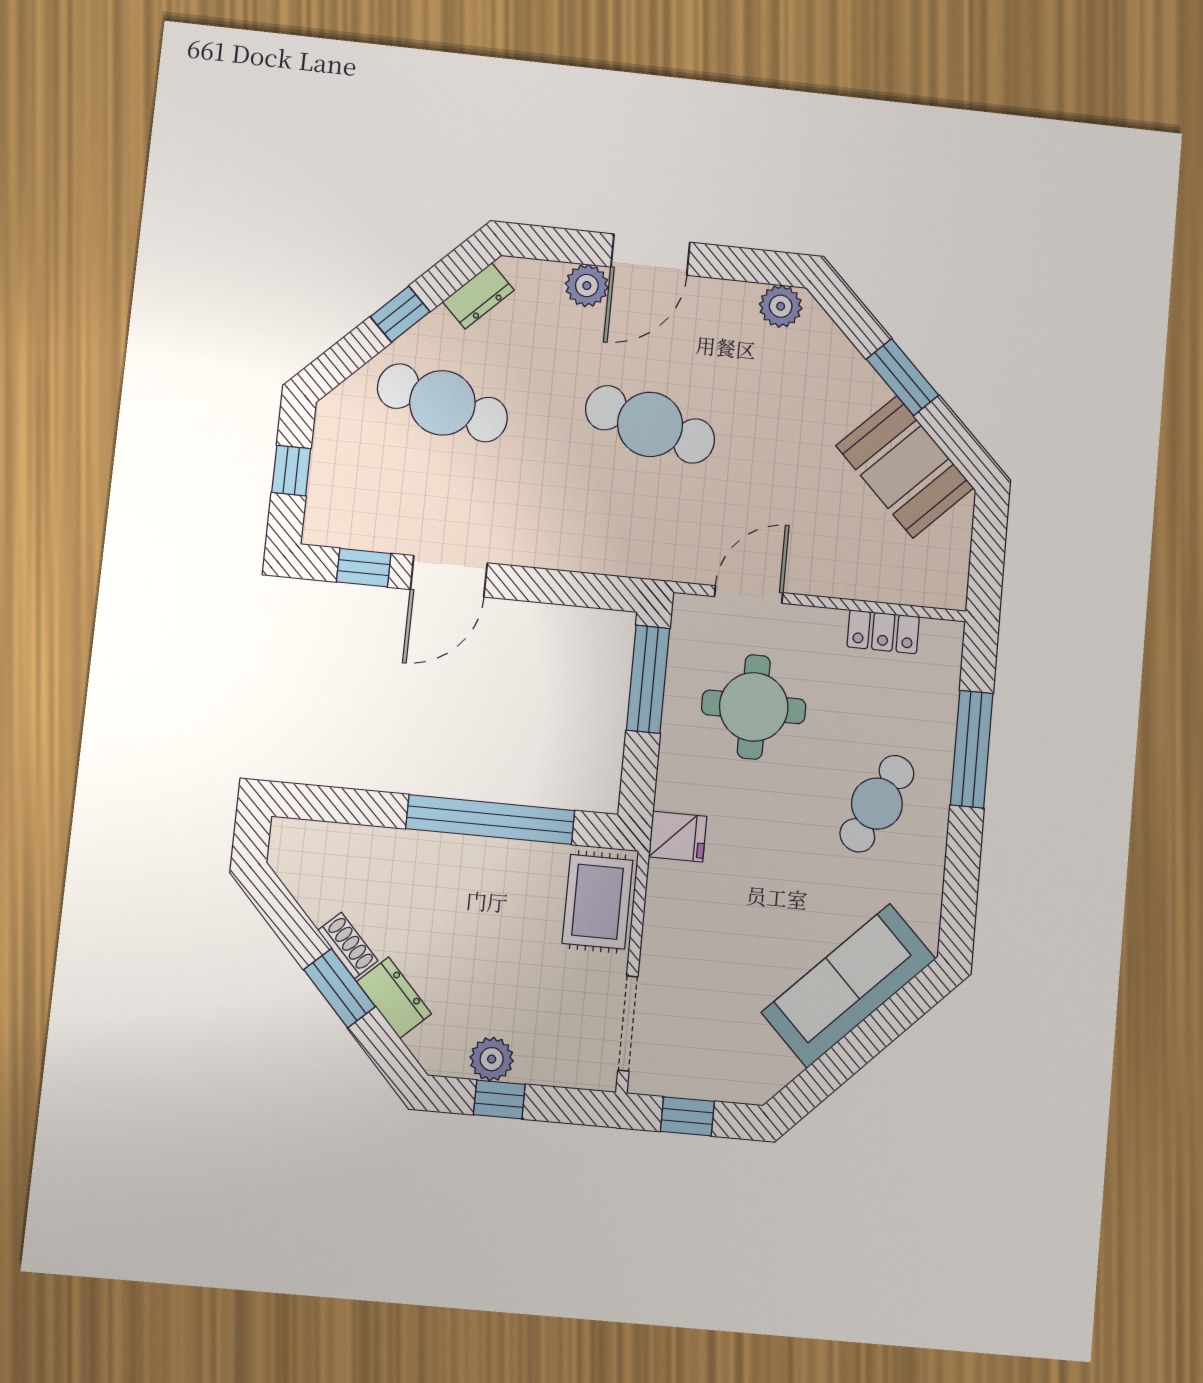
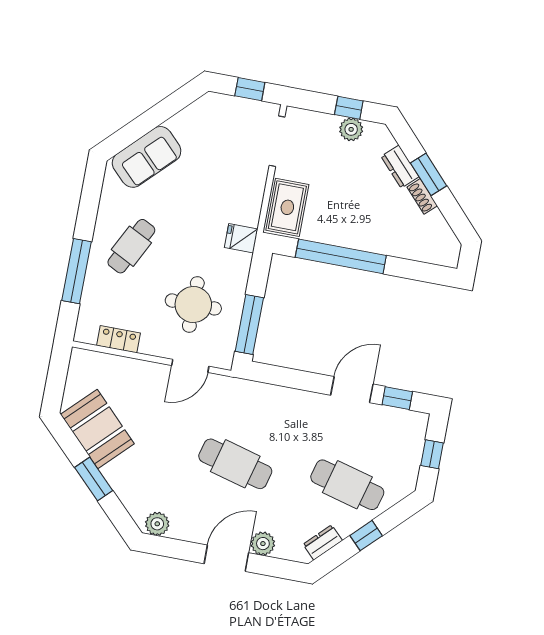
sofa: (849, 986) -> (147, 157), width x0.73

